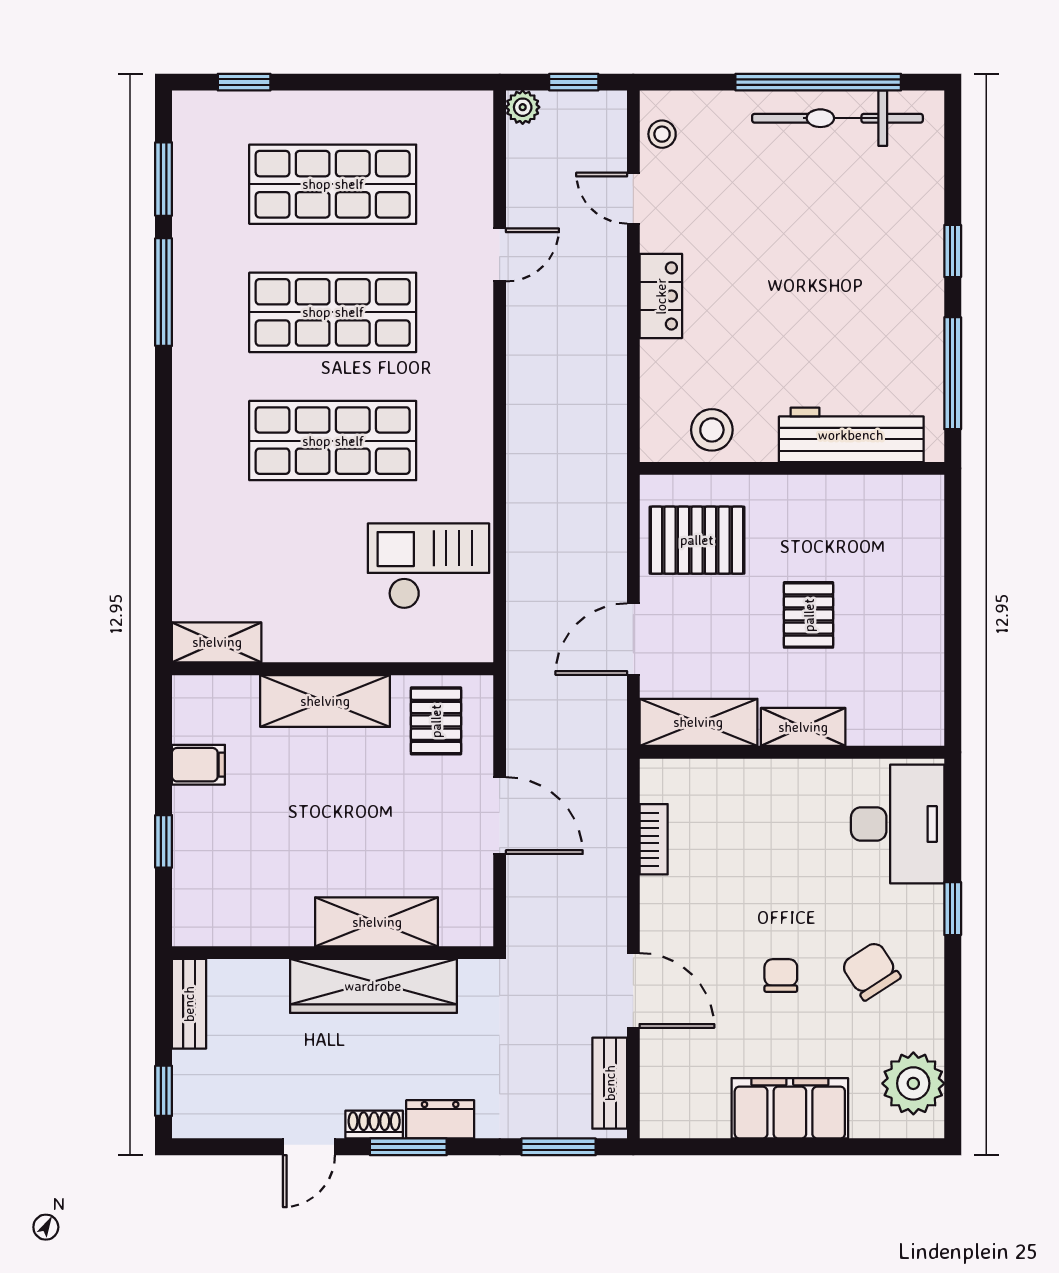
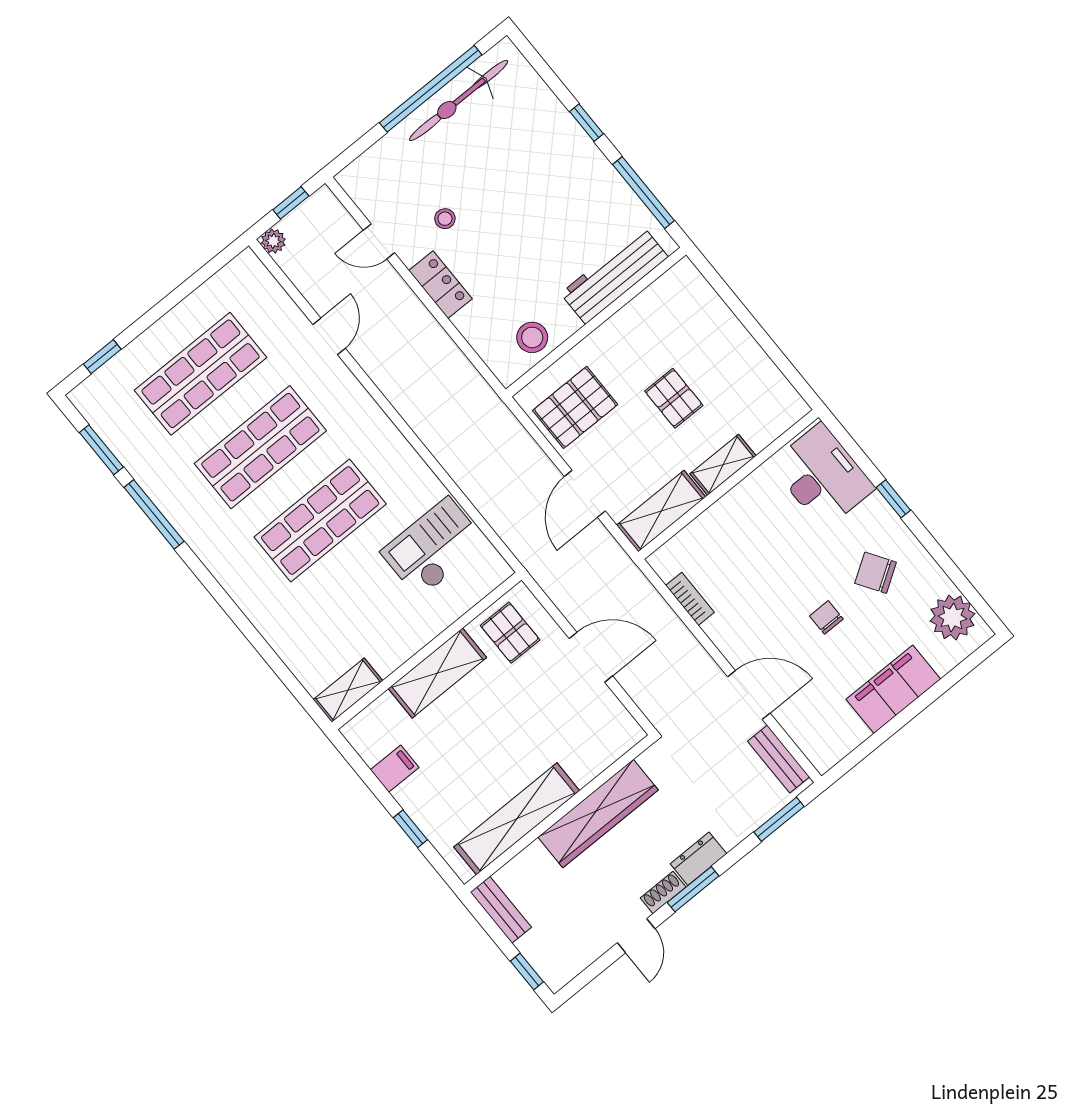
stool: (662, 134) -> (445, 219), moved
shelving: (377, 922) -> (517, 819), moved, width x1.47

